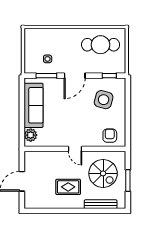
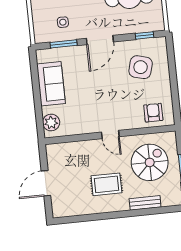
sofa: (33, 105) -> (51, 84), width x0.73
spiral stairs: (103, 173) -> (150, 162), turned -90
bench: (101, 204) -> (145, 203), width x0.73

